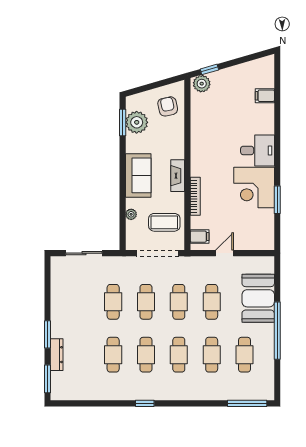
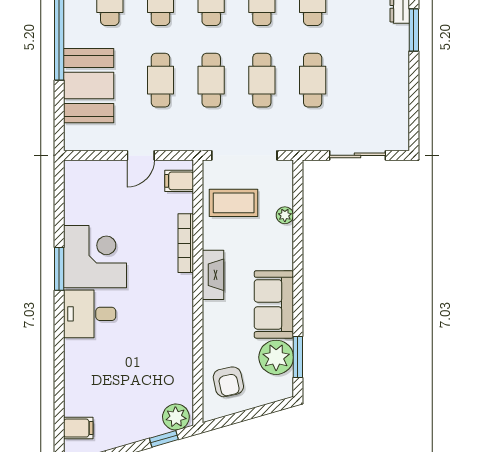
filing cabinet: (265, 96) -> (78, 428), moved
sofa: (138, 175) -> (274, 304), moved
window: (277, 200) -> (59, 269), moved

